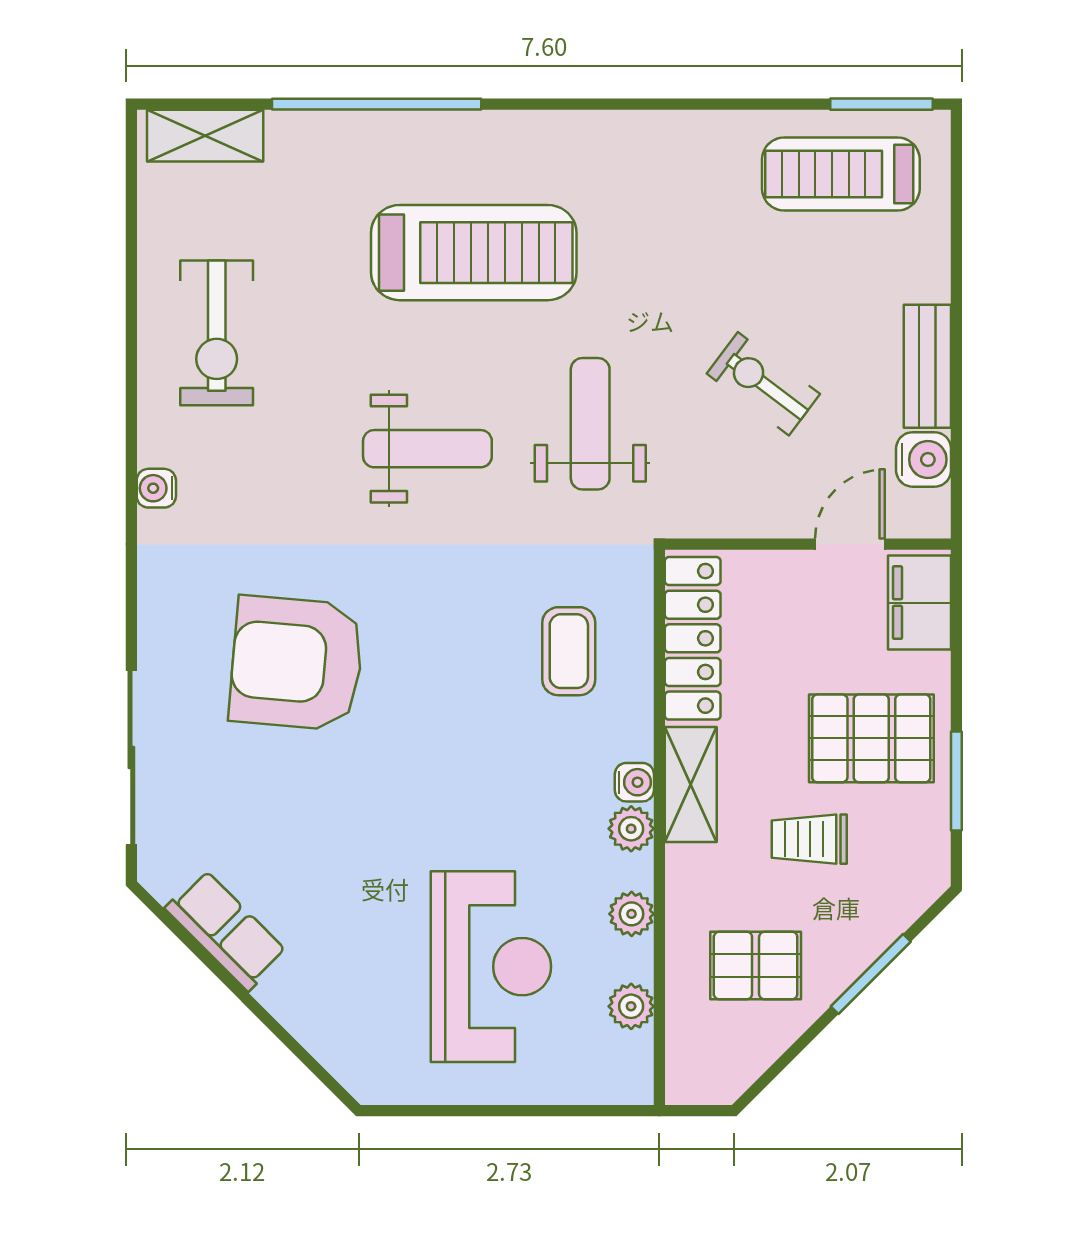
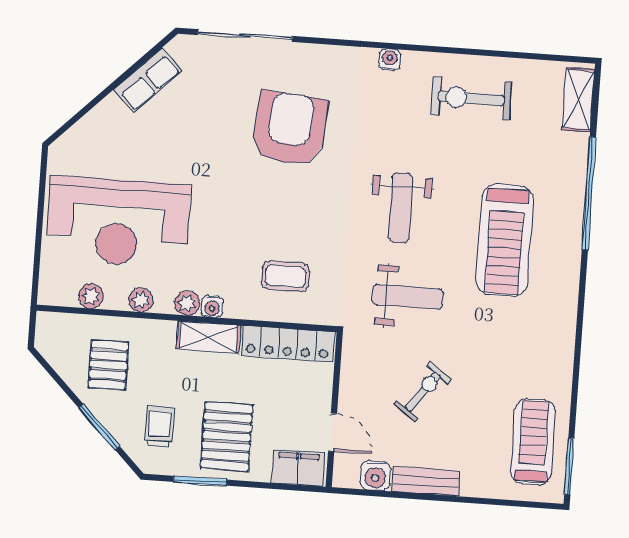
trolley: (809, 839) -> (160, 427), moved
reception desk: (491, 967) -> (118, 222), width x1.36, depth x1.30

